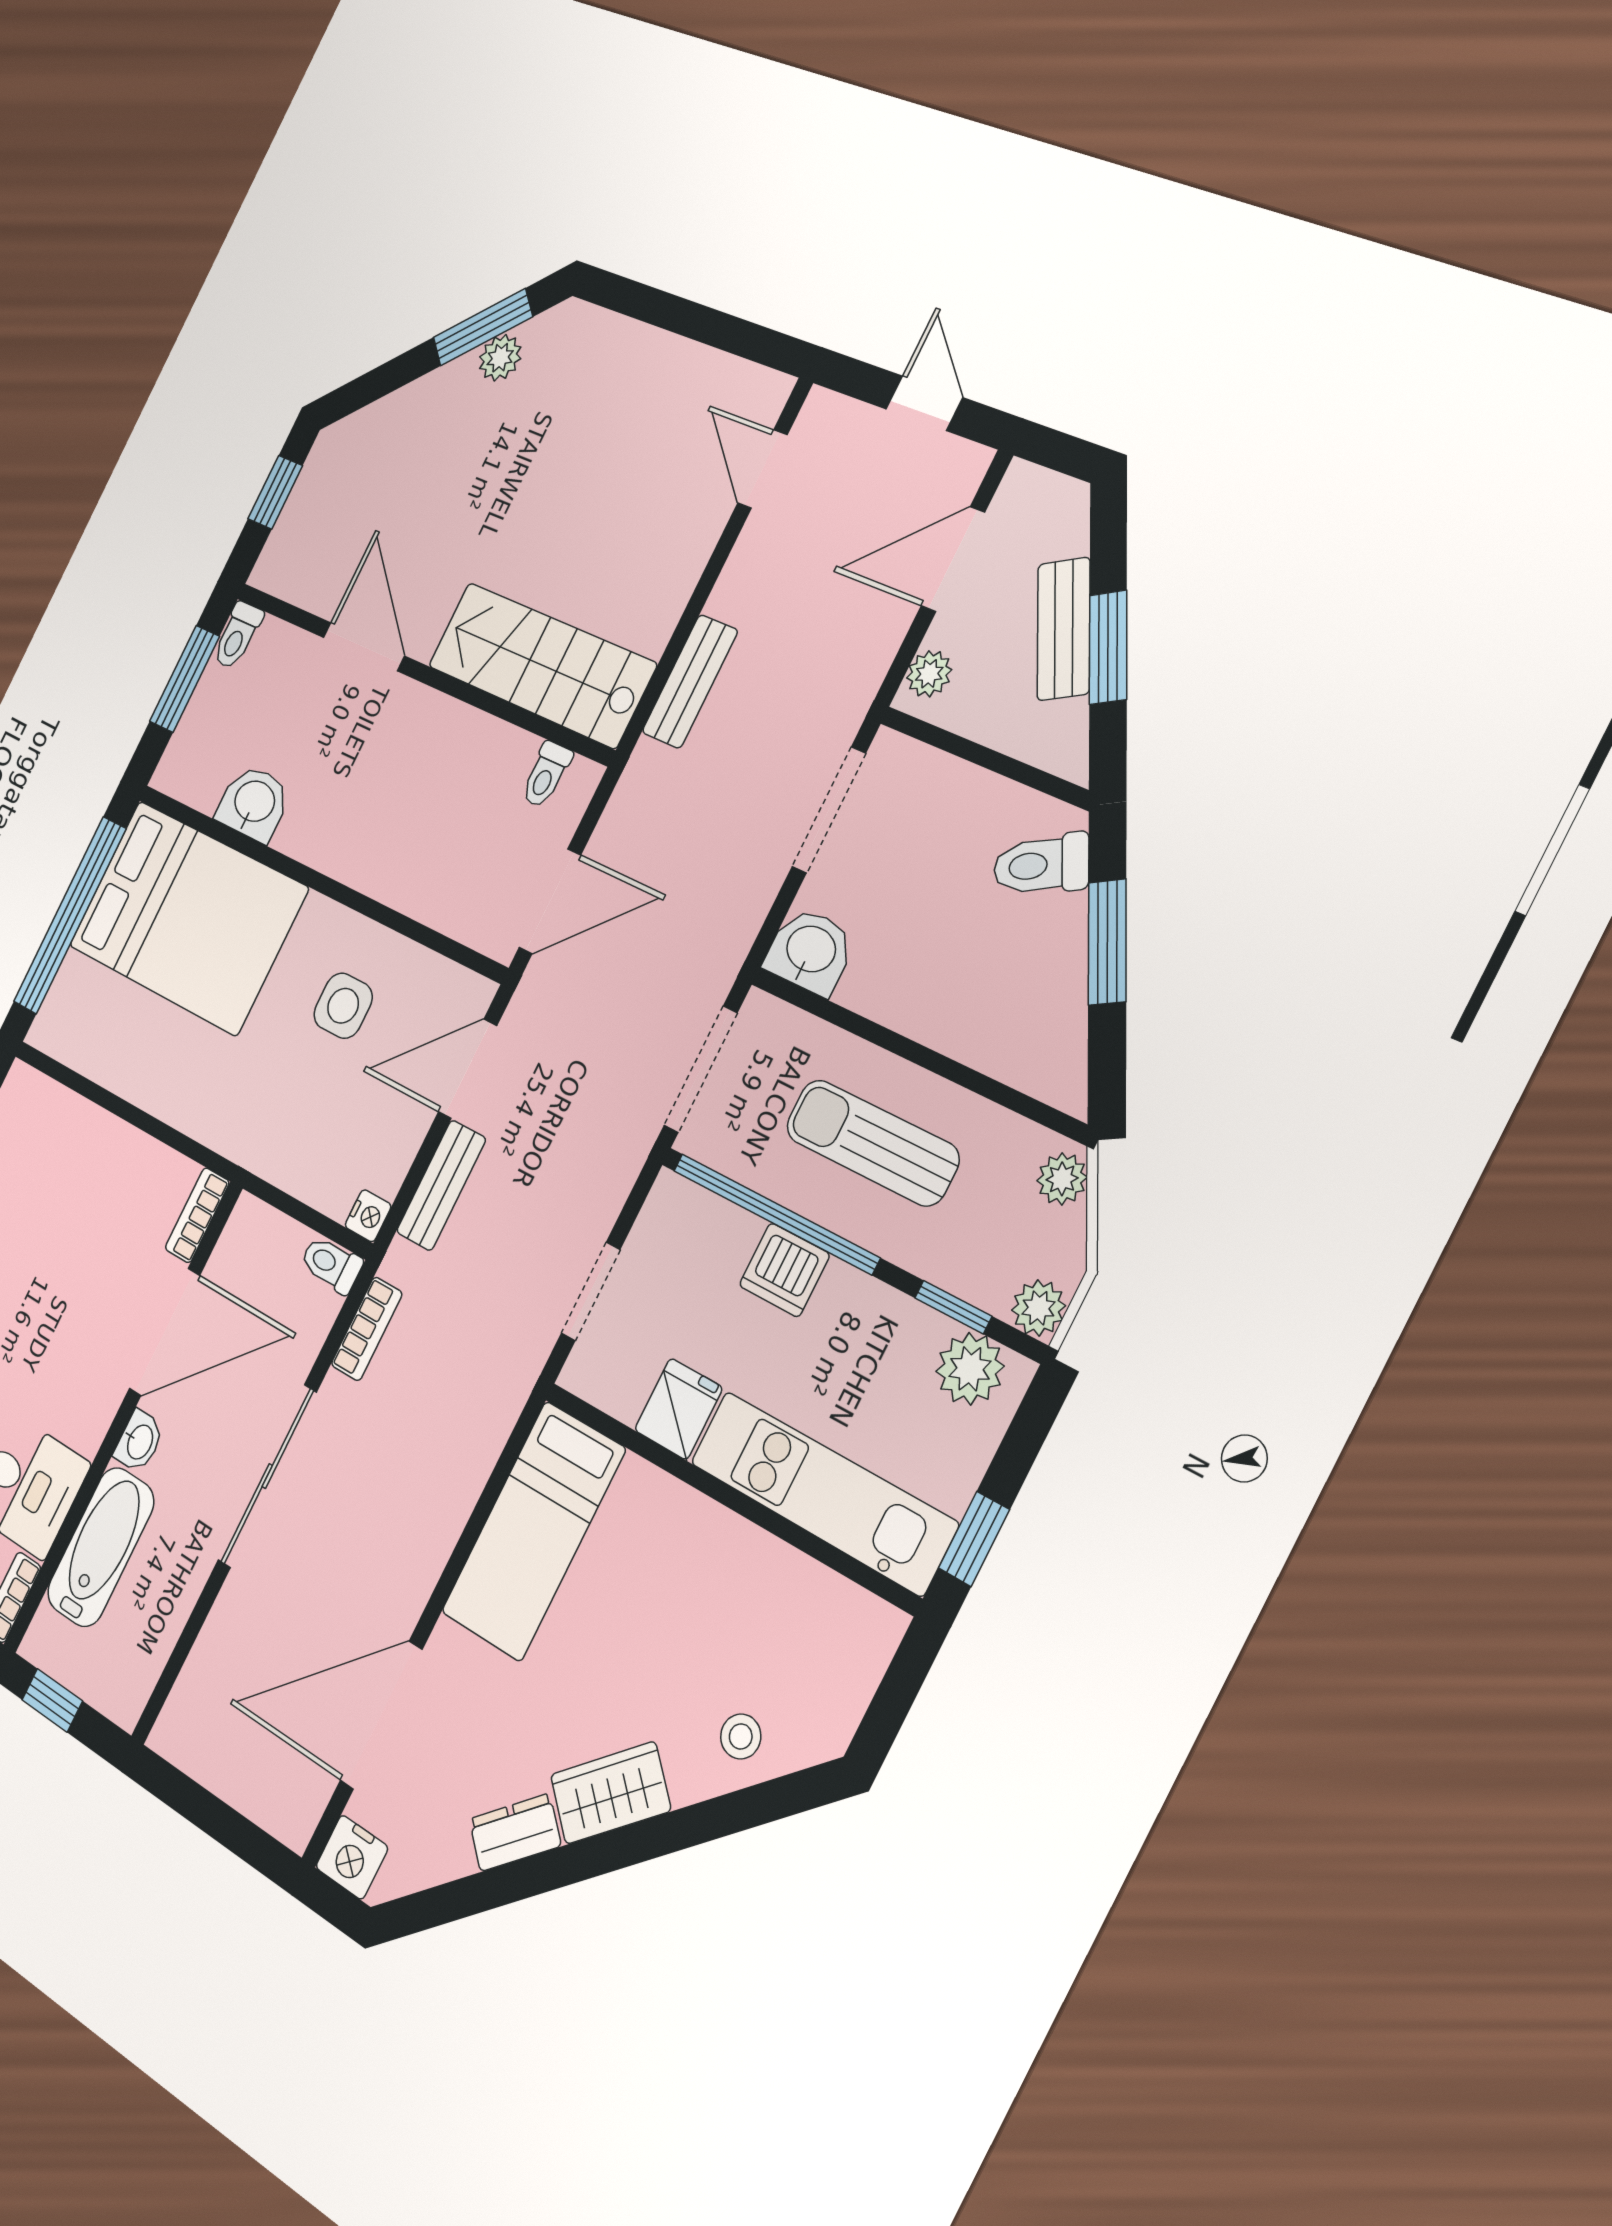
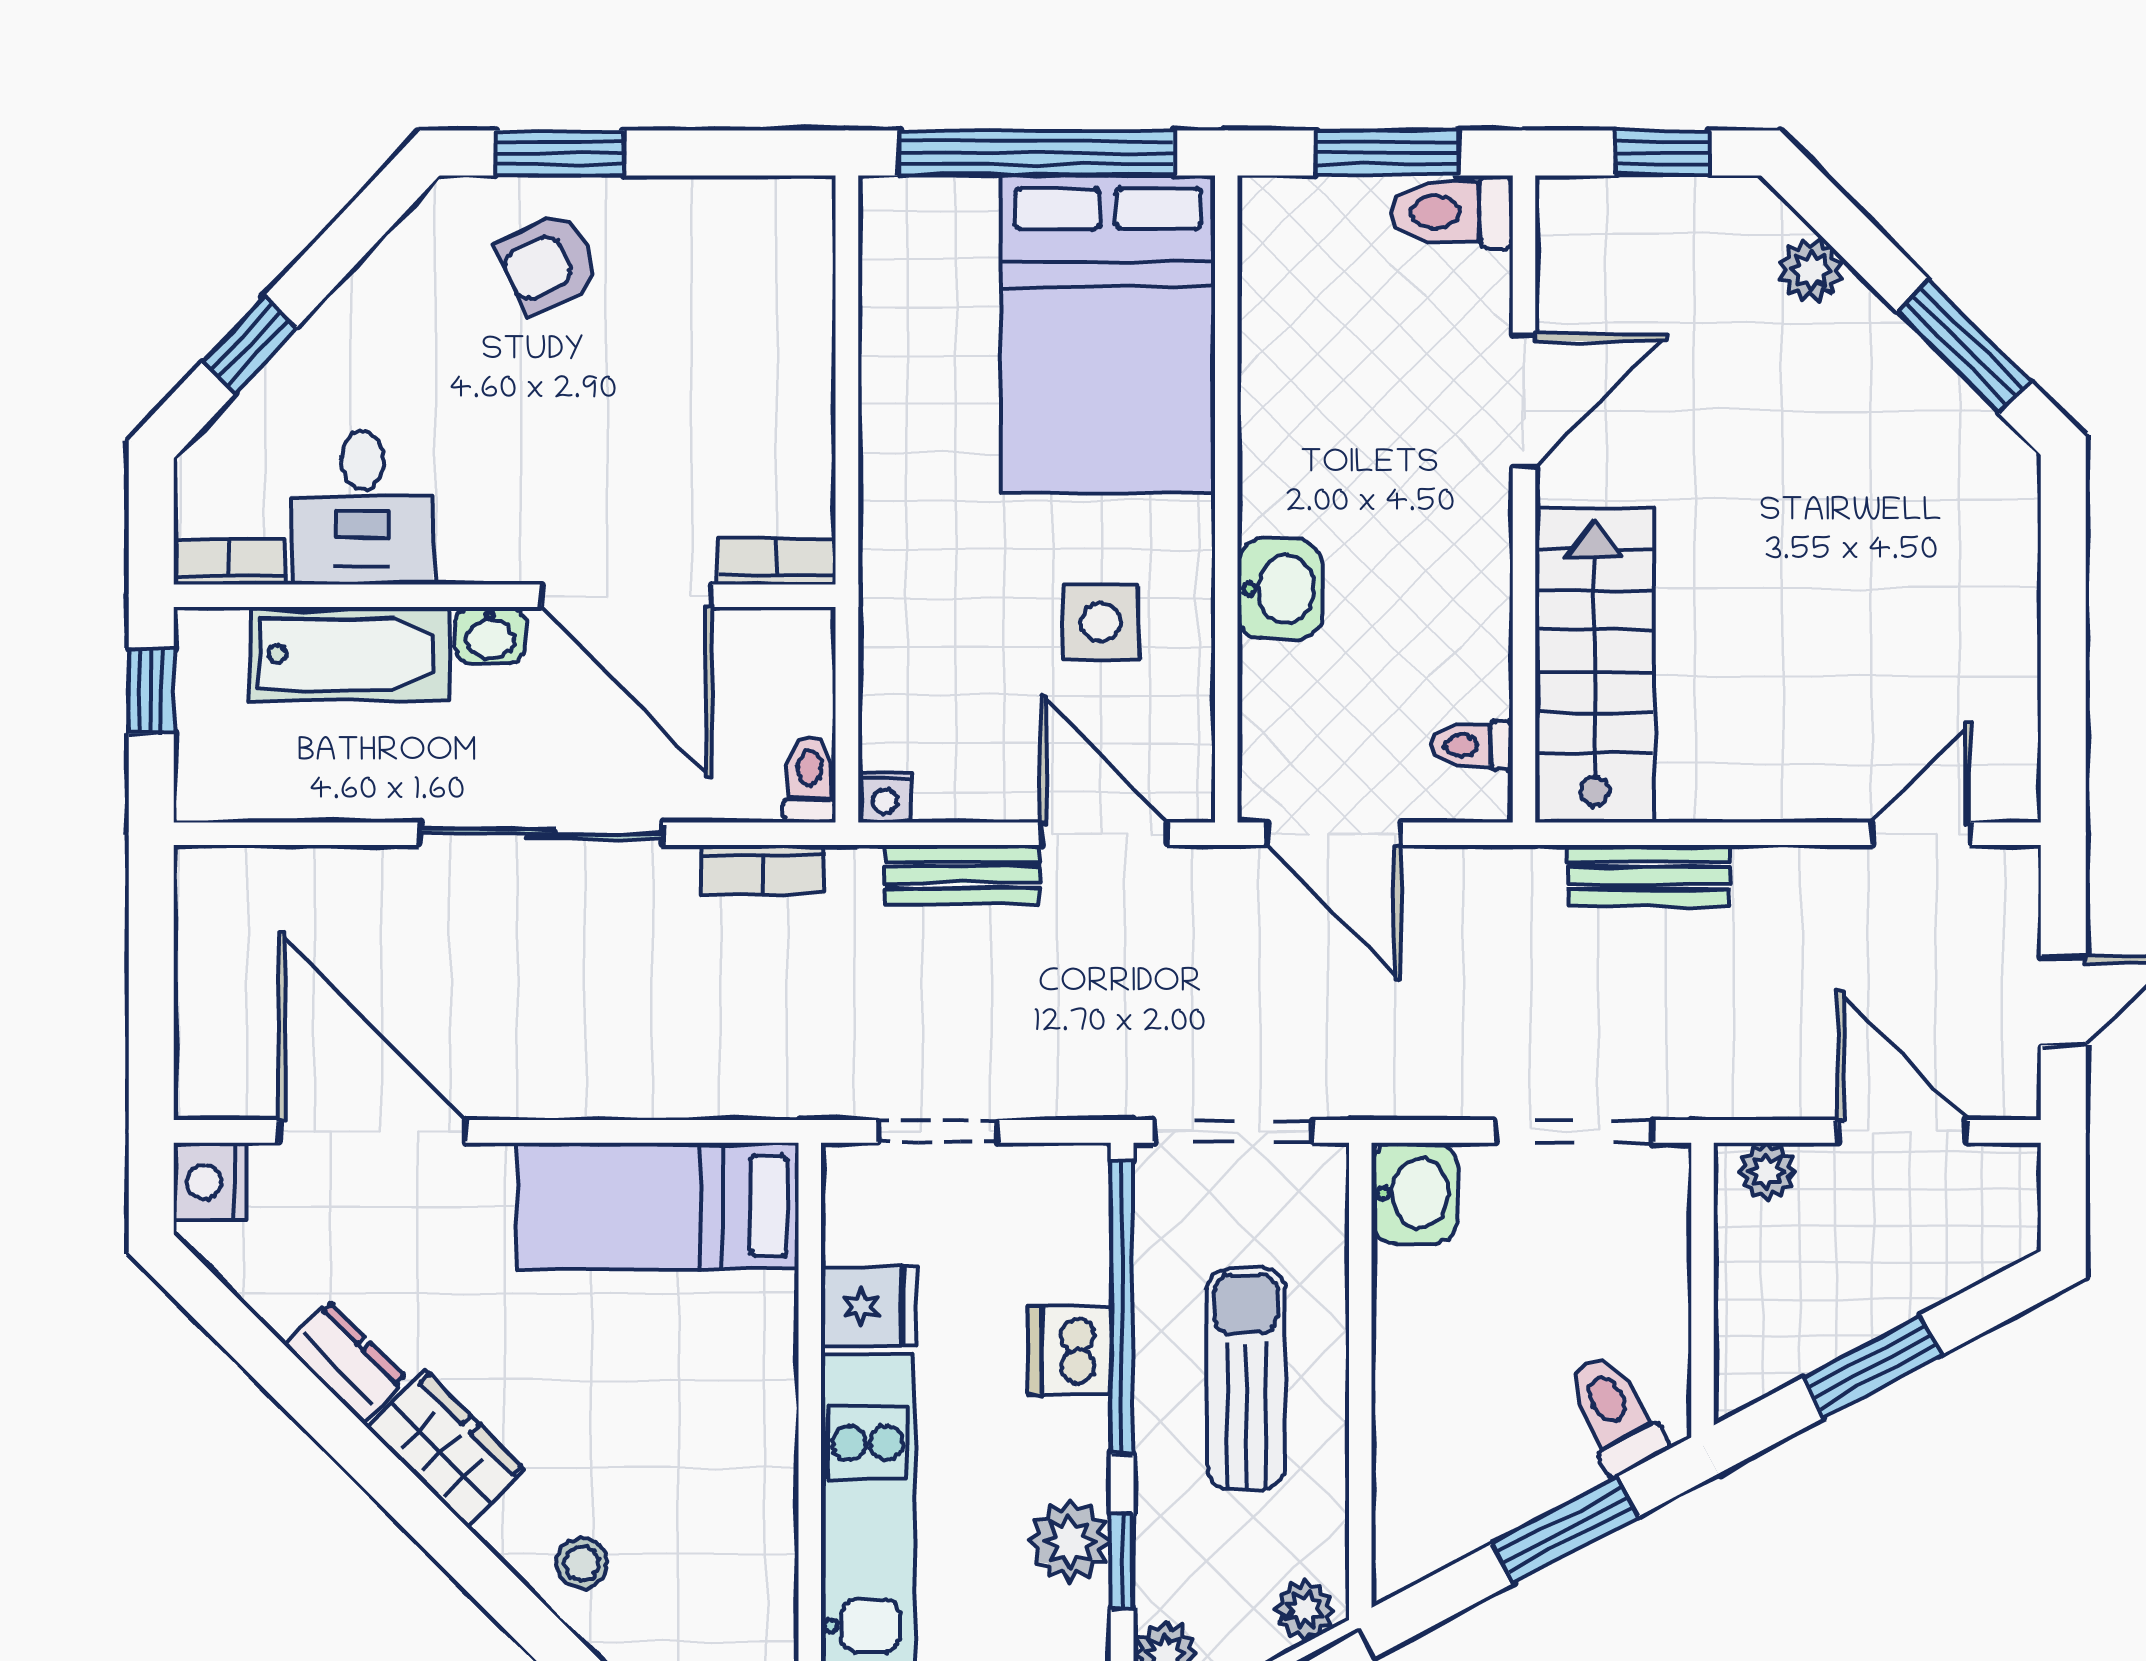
plant: (500, 358) -> (1811, 270), moved
bench: (1064, 629) -> (1873, 1304), removed
toilet: (237, 635) -> (1452, 212), width x1.37, depth x1.39
washbasin: (254, 803) -> (1280, 589), moved
plant: (970, 1369) -> (1070, 1541), moved

